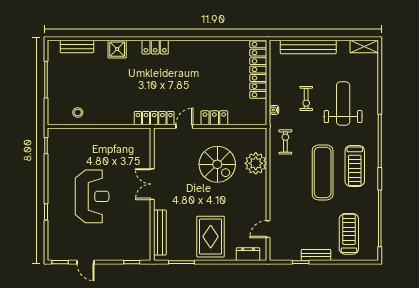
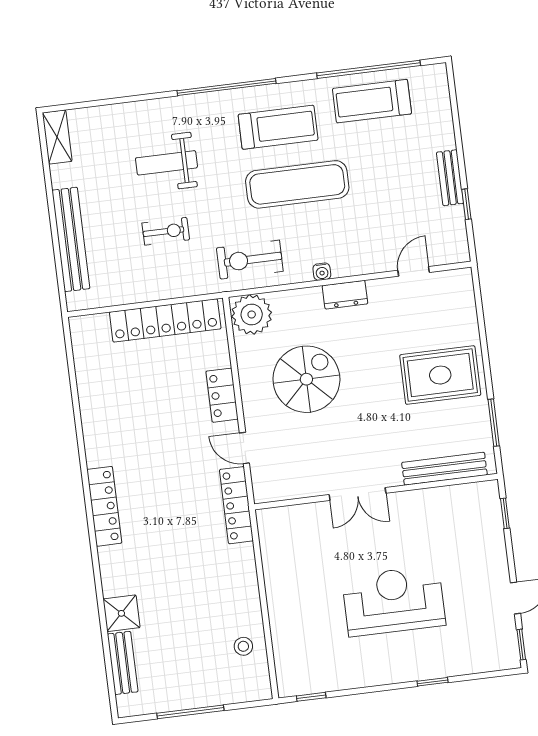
locker: (155, 47) -> (104, 506), width x1.53
shower: (117, 49) -> (121, 613), moved
locker: (258, 70) -> (165, 320), moved
weight bench: (343, 104) -> (166, 163), width x0.73, depth x0.75
water cooler: (274, 110) -> (322, 272), moved
exercise bike: (285, 142) -> (250, 260), width x1.38, depth x1.39
plant: (256, 163) -> (252, 314), moved
door: (268, 229) -> (414, 271), swing flipped
treadmill: (349, 234) -> (372, 101), moved
dresser: (248, 254) -> (345, 295), moved, turned -90

